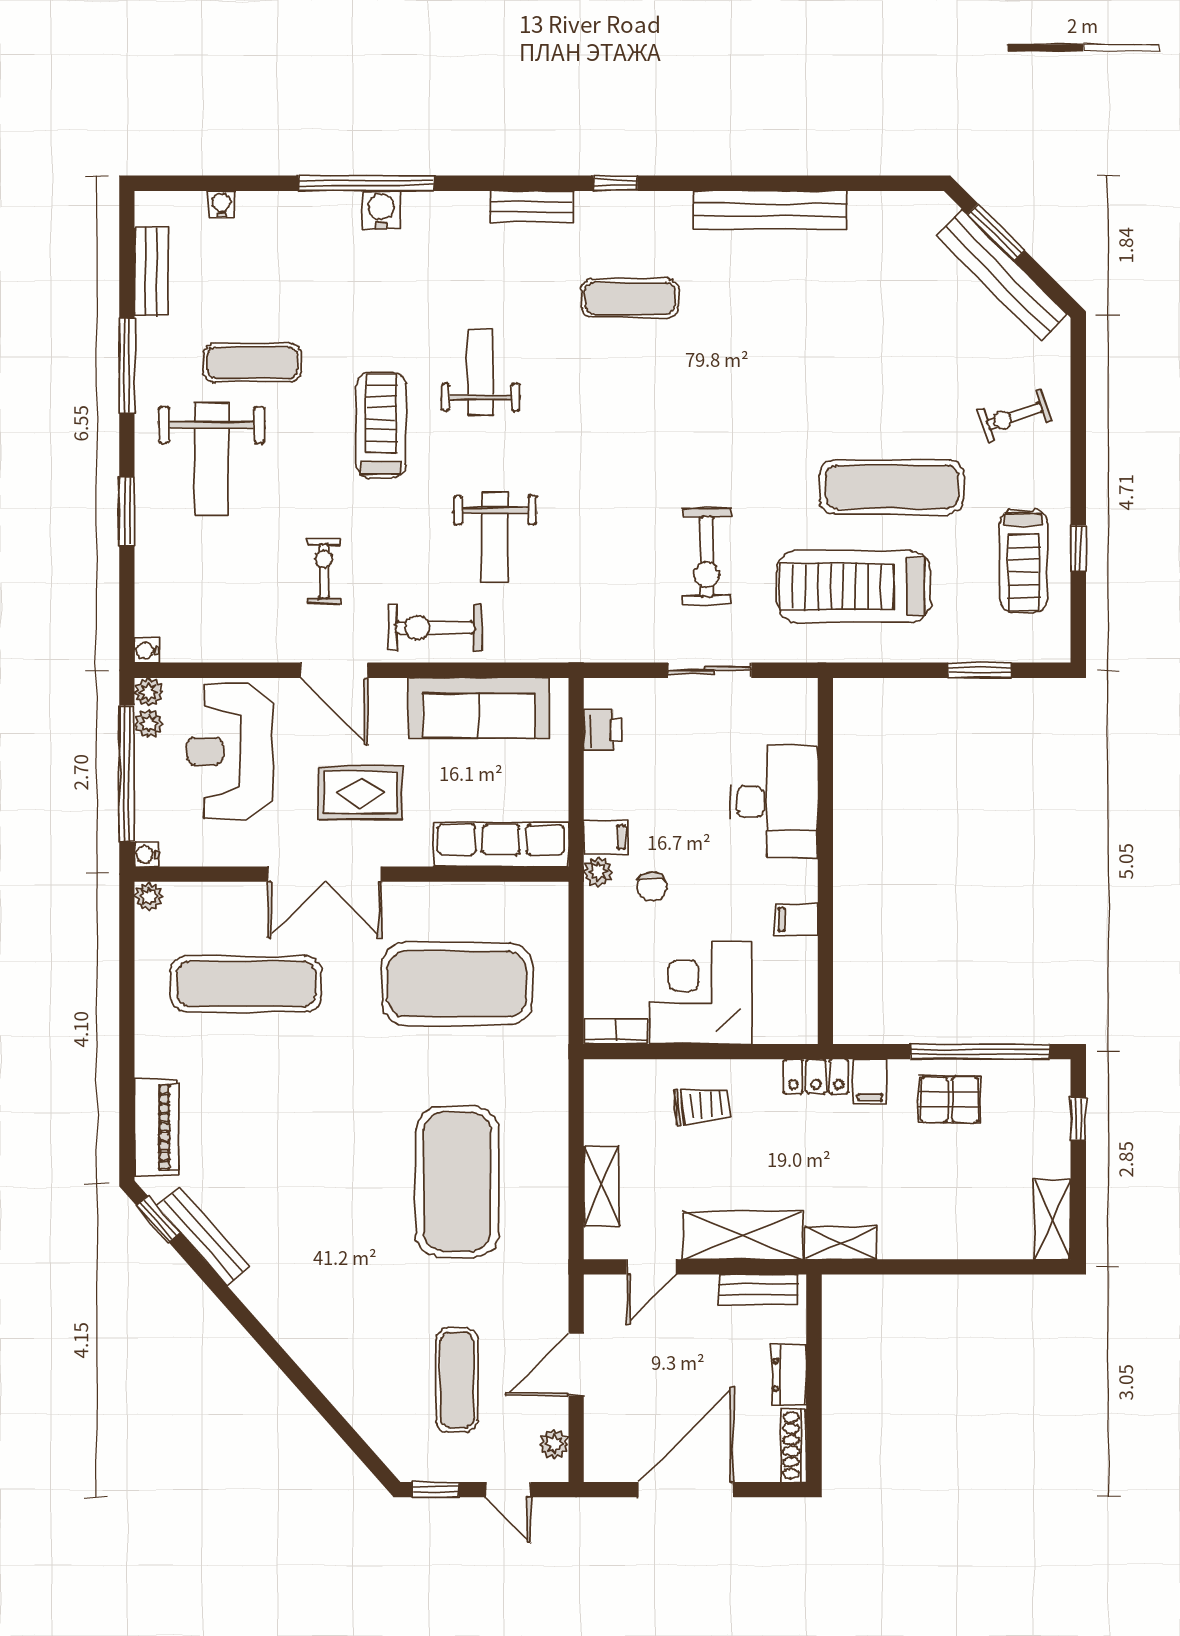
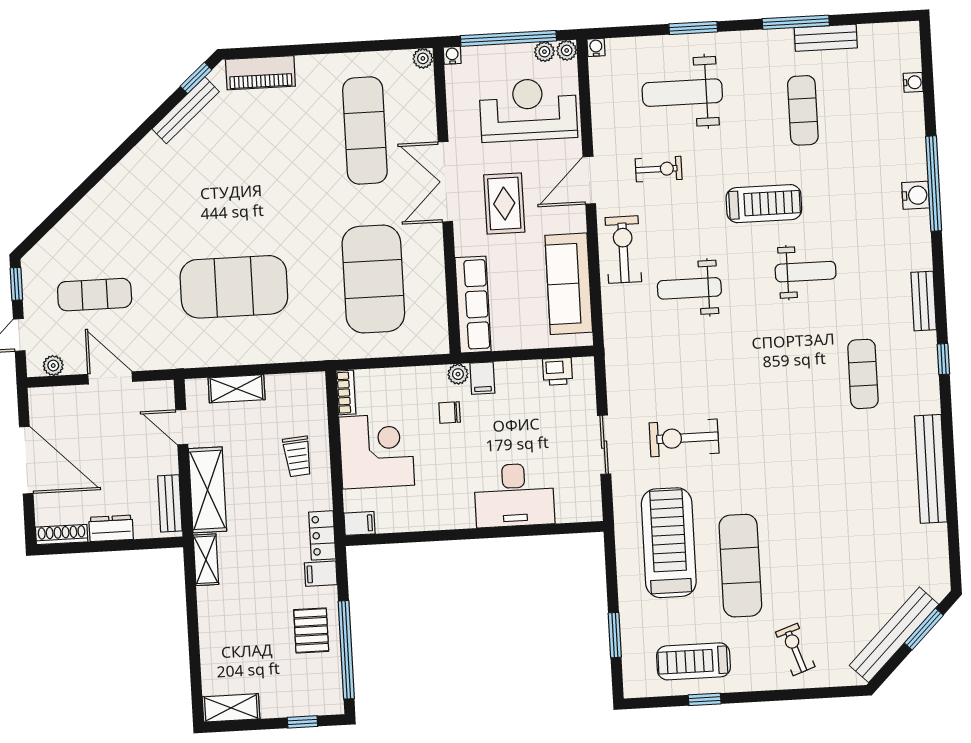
bench: (151, 272) -> (826, 38), moved
weight bench: (212, 459) -> (682, 93), moved
filing cabinet: (797, 919) -> (360, 523), moved, turned 90

